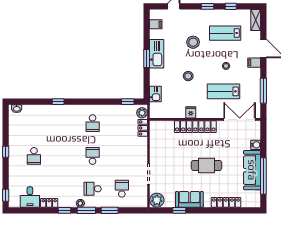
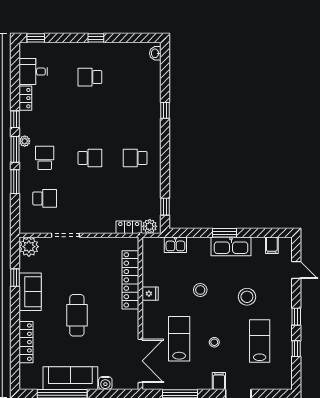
shelving: (256, 20) -> (278, 383), removed
locker: (195, 127) -> (130, 280), moved

